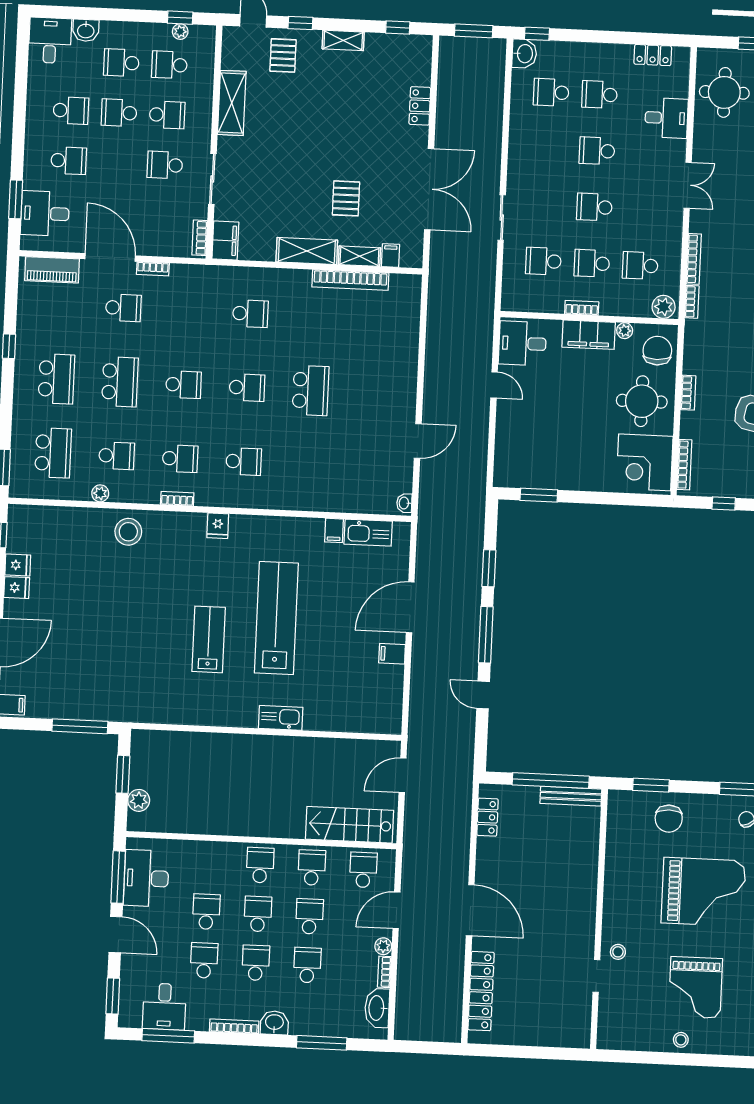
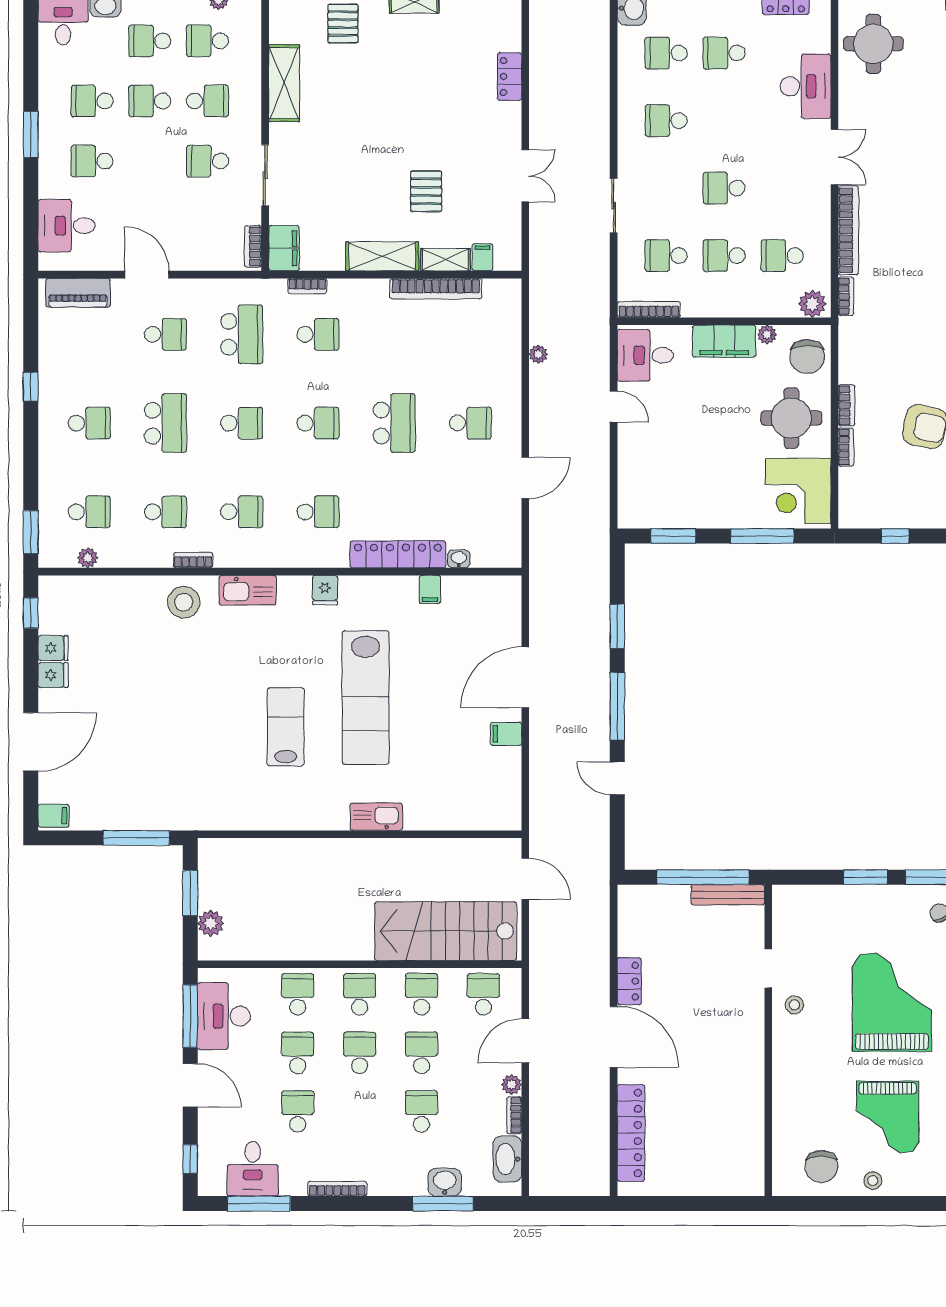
school desk: (71, 111) -> (92, 101), turned 180
desk: (666, 118) -> (805, 86), width x1.37
school desk: (597, 151) -> (666, 121), moved
school desk: (69, 161) -> (92, 161), turned 180
double door: (429, 189) -> (525, 176), width x0.54
window: (16, 199) -> (31, 134), moved
door: (110, 257) -> (147, 275), width x0.73
bookcase: (694, 259) -> (848, 230), width x1.48, depth x1.31
bookcase: (153, 269) -> (307, 286), moved
bookcase: (582, 308) -> (649, 309), moved, width x1.56
school desk: (187, 311) -> (242, 334), added
plant: (433, 339) -> (538, 354), added
chair: (657, 351) -> (807, 357), turned 180
school desk: (56, 379) -> (89, 423), width x0.54
school desk: (374, 393) -> (470, 423), added
school desk: (53, 453) -> (89, 512), width x0.54
bookcase: (684, 465) -> (846, 447), moved, width x0.64
plant: (100, 493) -> (88, 558), moved
window: (613, 498) -> (762, 536), added
bookcase: (177, 499) -> (193, 560), moved
locker: (309, 500) -> (398, 554), added
washbasin: (404, 503) -> (459, 559), moved, turned 90
fridge: (218, 526) -> (325, 590), moved
kitchen sink: (368, 533) -> (248, 590), moved
lab bench: (276, 618) -> (366, 698), turned 180
door: (403, 775) -> (525, 879), swing flipped
window: (651, 785) -> (865, 877), moved
locker: (488, 817) -> (629, 981), moved
chair: (669, 819) -> (822, 1166), moved
stairs: (349, 825) -> (446, 931), width x1.36, depth x1.51
grand piano: (703, 892) -> (892, 1002), turned -90
stool: (618, 952) -> (794, 1005), moved
school desk: (256, 963) -> (298, 994), moved
doorway: (596, 976) -> (768, 969), moved
window: (113, 996) -> (190, 1159), width x0.67
washbasin: (274, 1023) -> (445, 1182), moved

